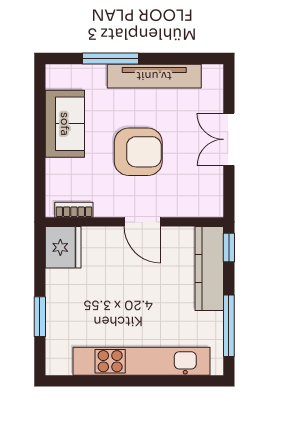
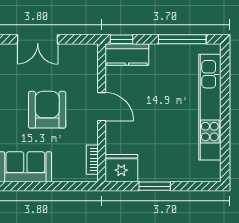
door: (142, 222) -> (102, 107), hinge flipped
kitchen counter: (209, 268) -> (127, 55), width x0.67
window: (40, 317) -> (155, 186), moved

